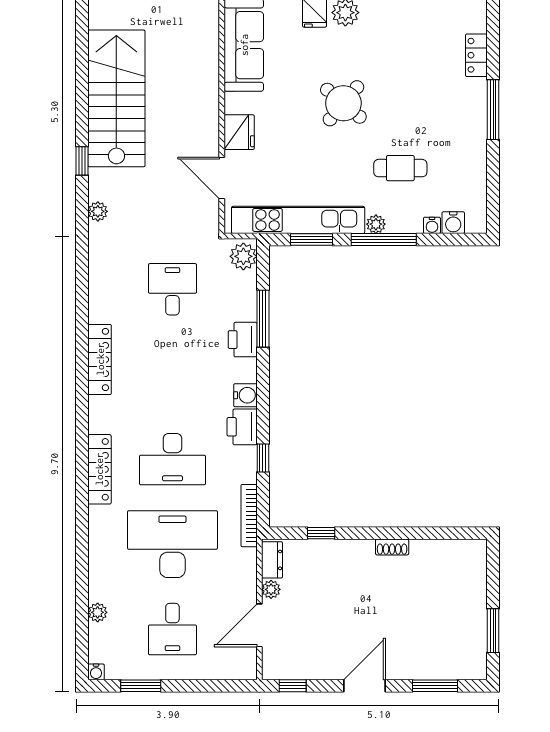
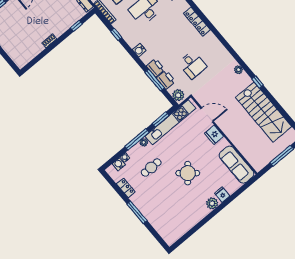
locker: (476, 55) -> (126, 188), moved
printer: (242, 427) -> (166, 80), moved

